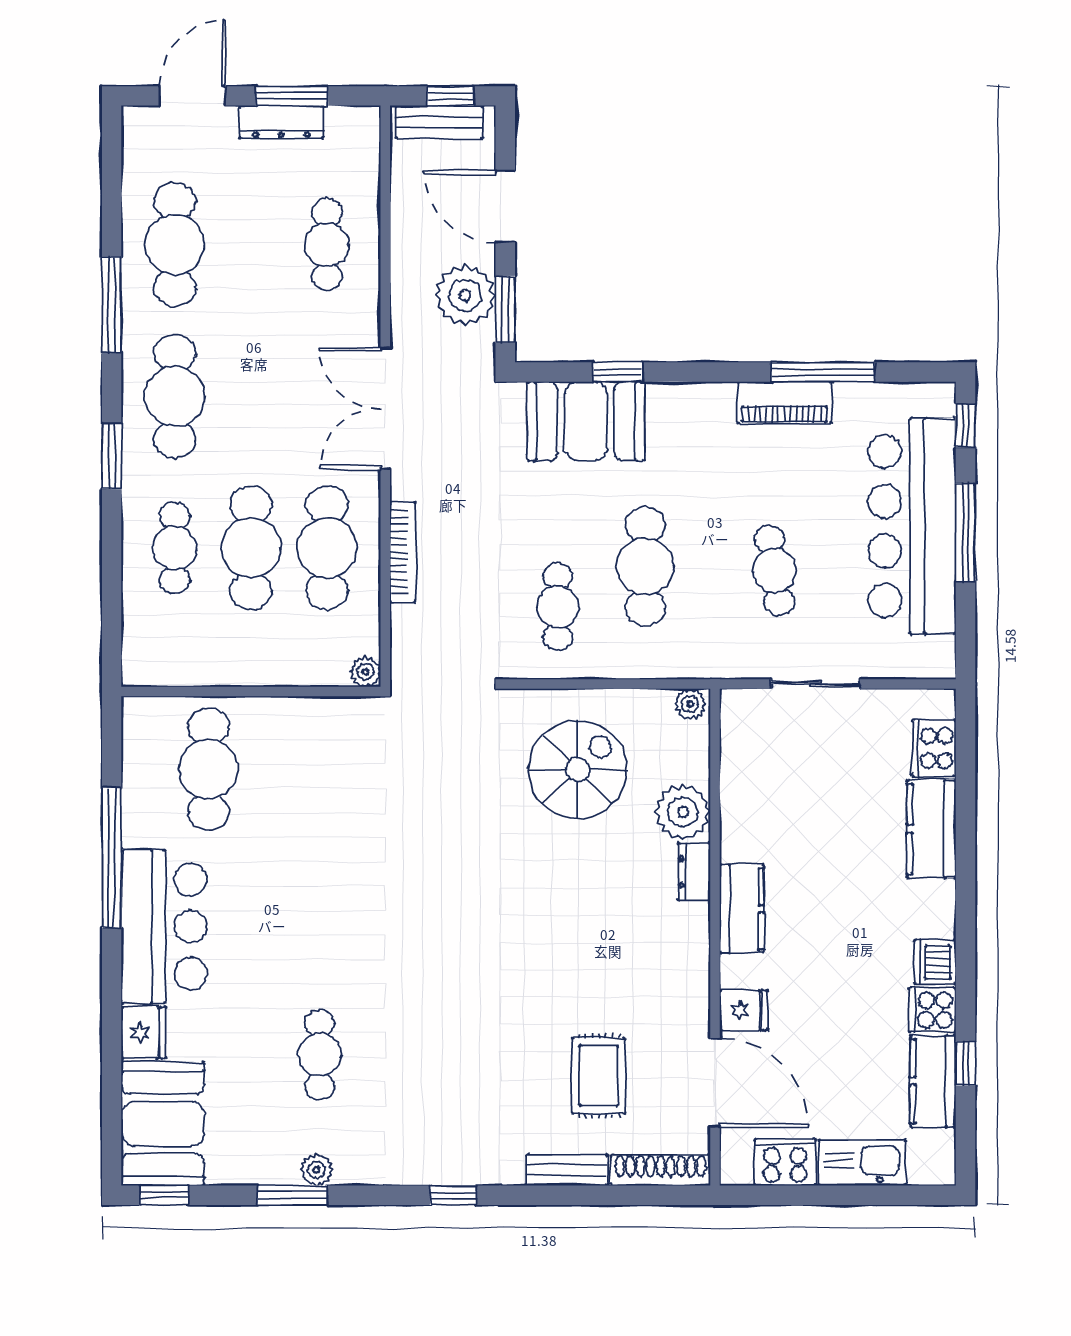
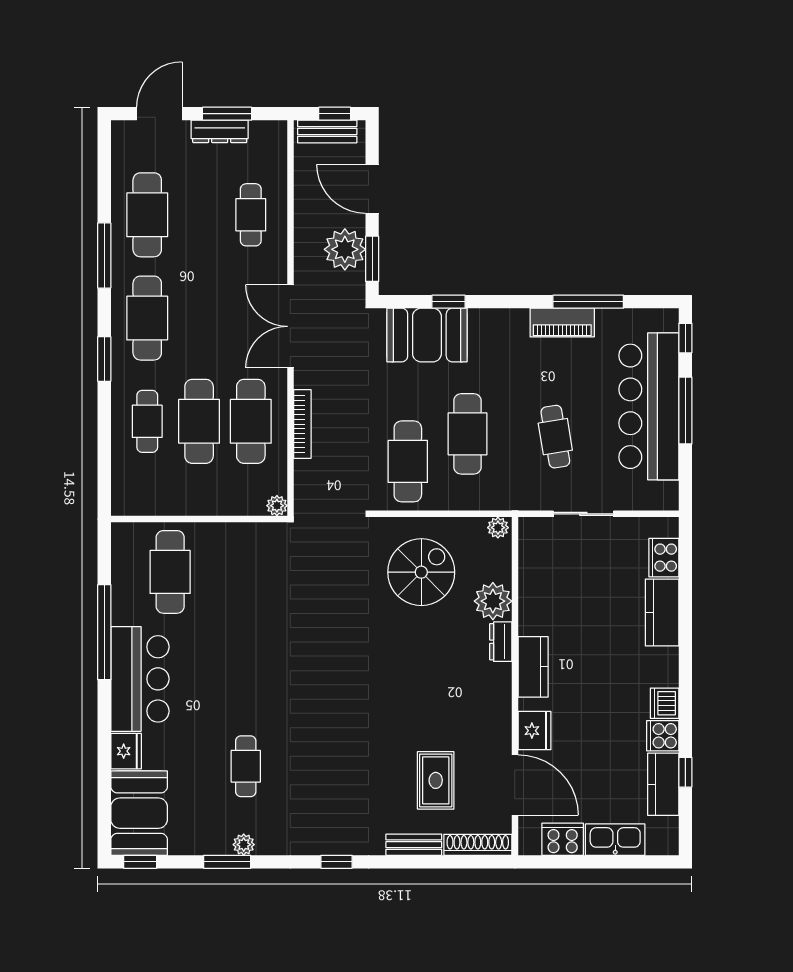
cafe table: (558, 607) -> (408, 461), width x1.37, depth x1.35
fridge: (744, 1010) -> (534, 731), width x1.38

